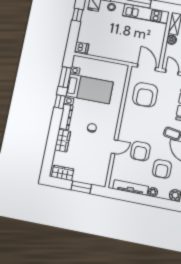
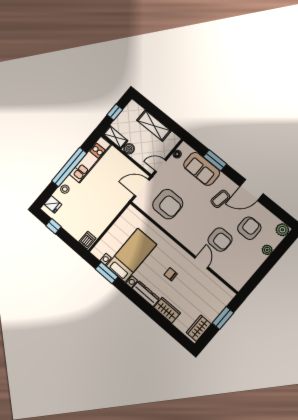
window: (60, 102) -> (128, 291), removed
armchair: (162, 169) -> (249, 228), turned -90
tv unit: (131, 188) -> (250, 269), removed

